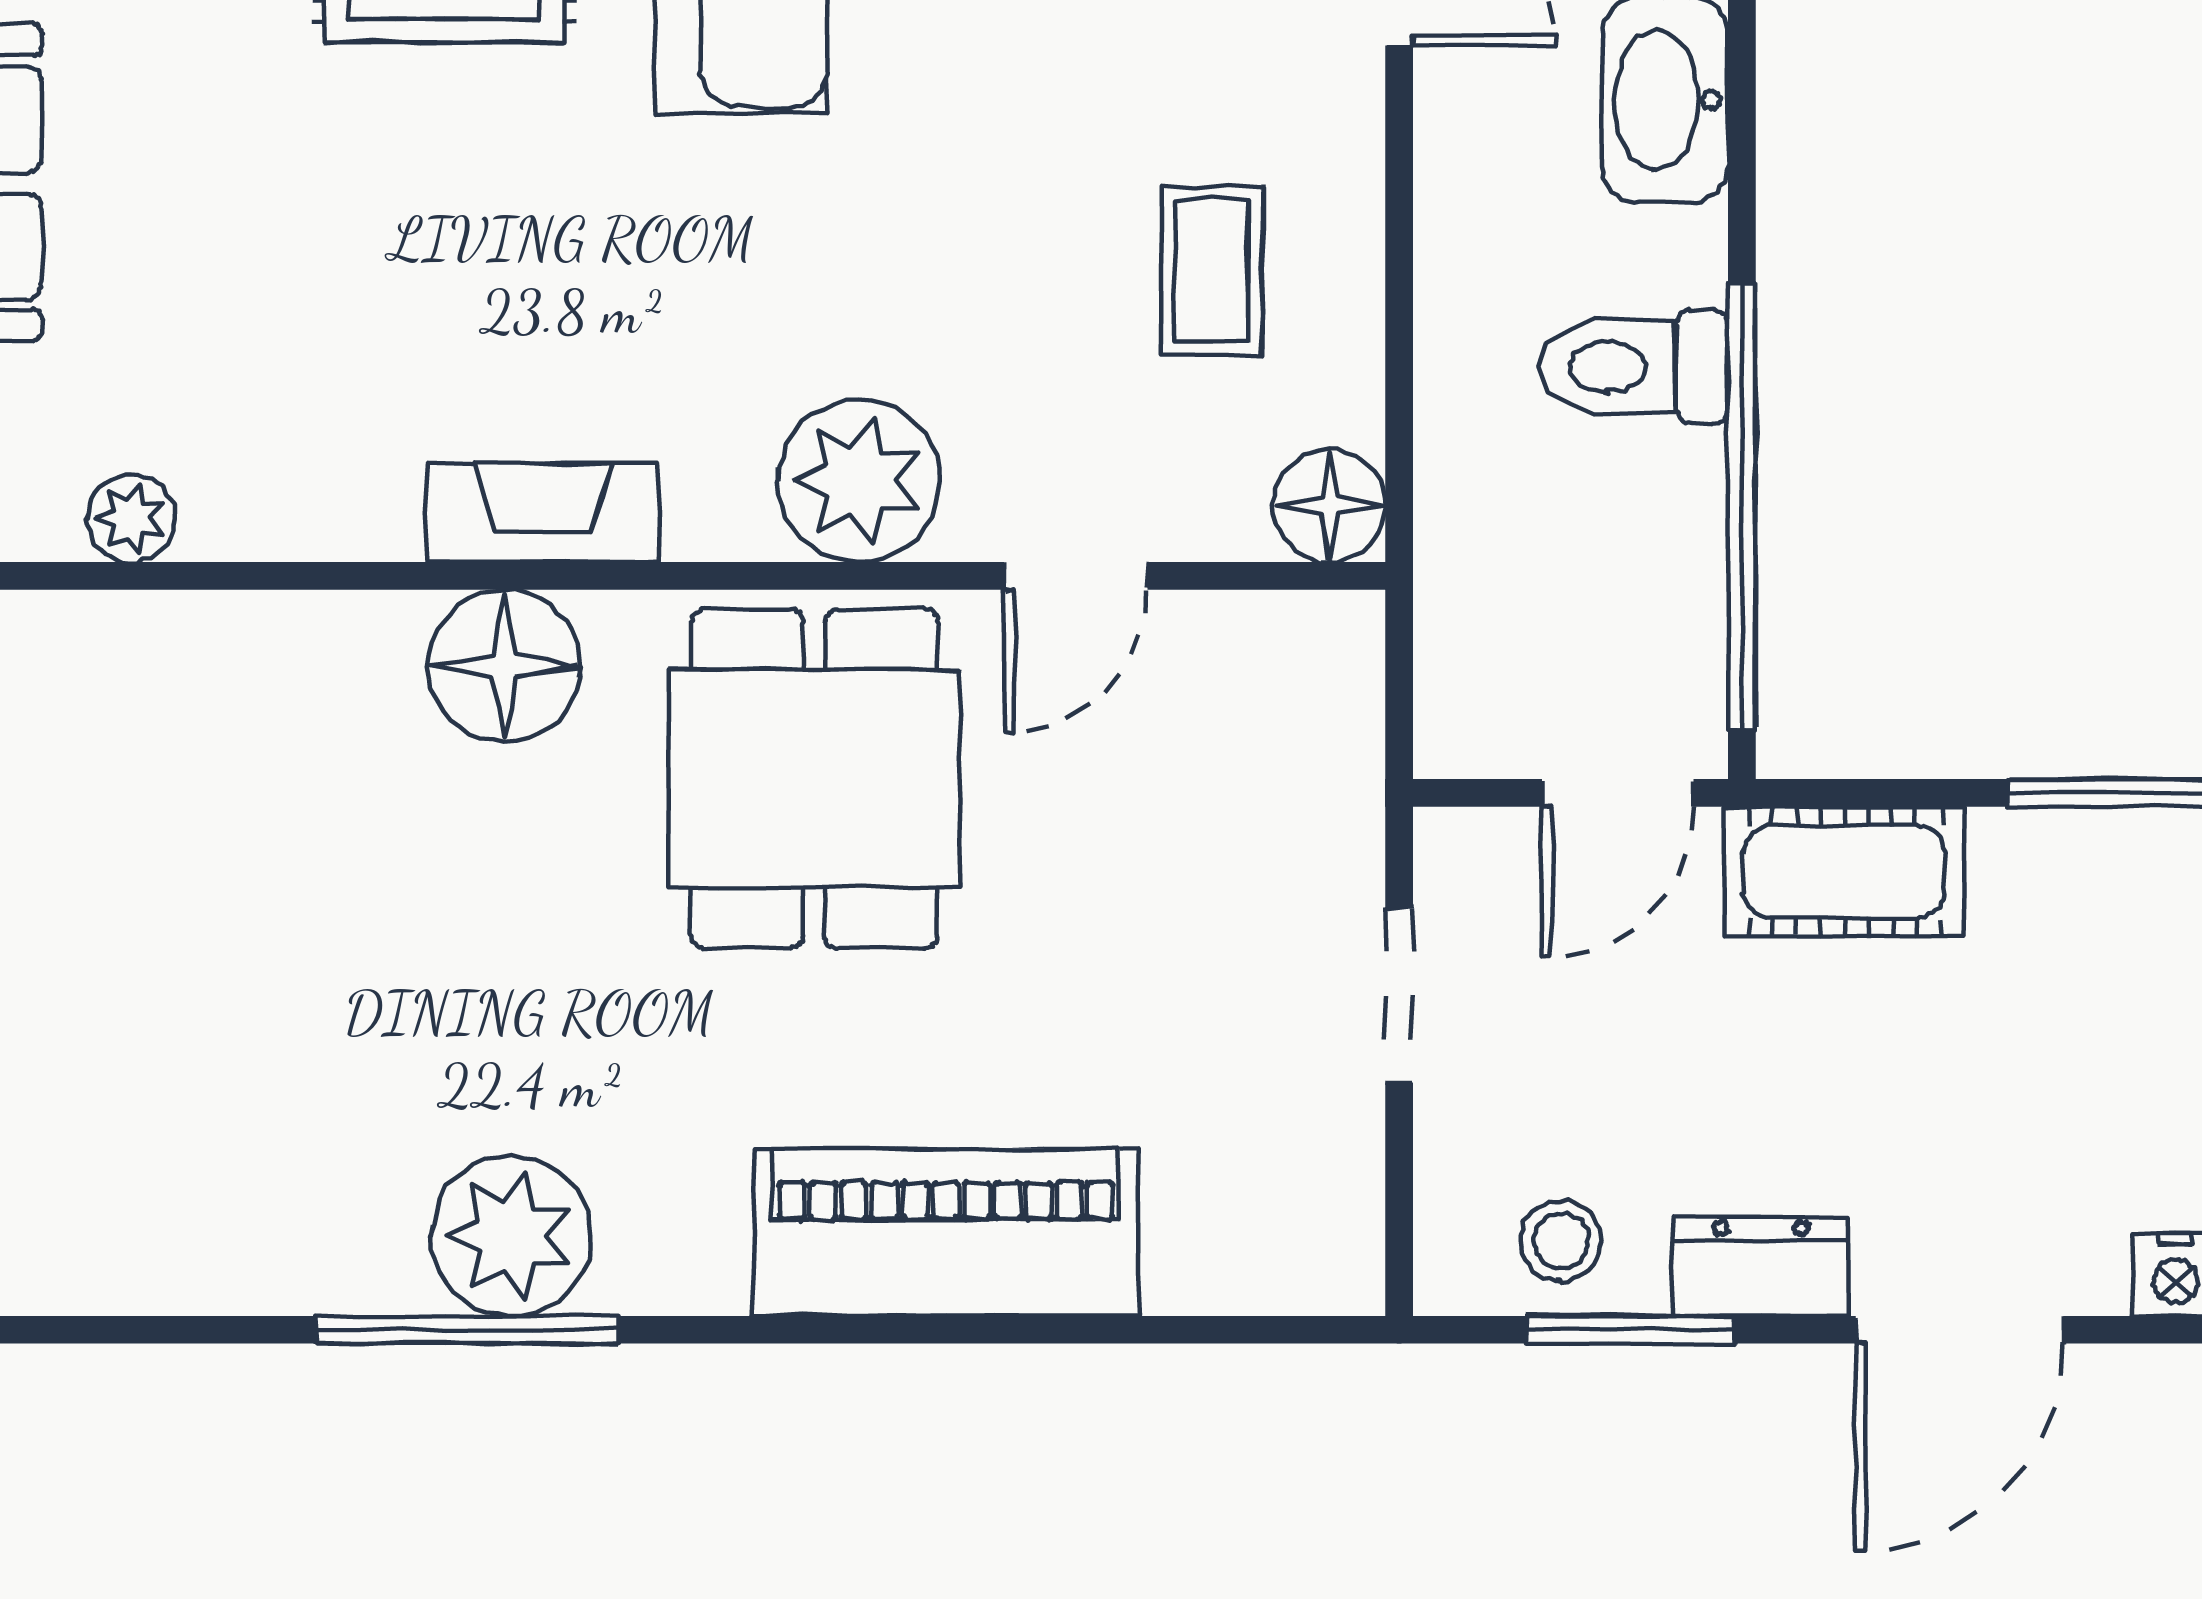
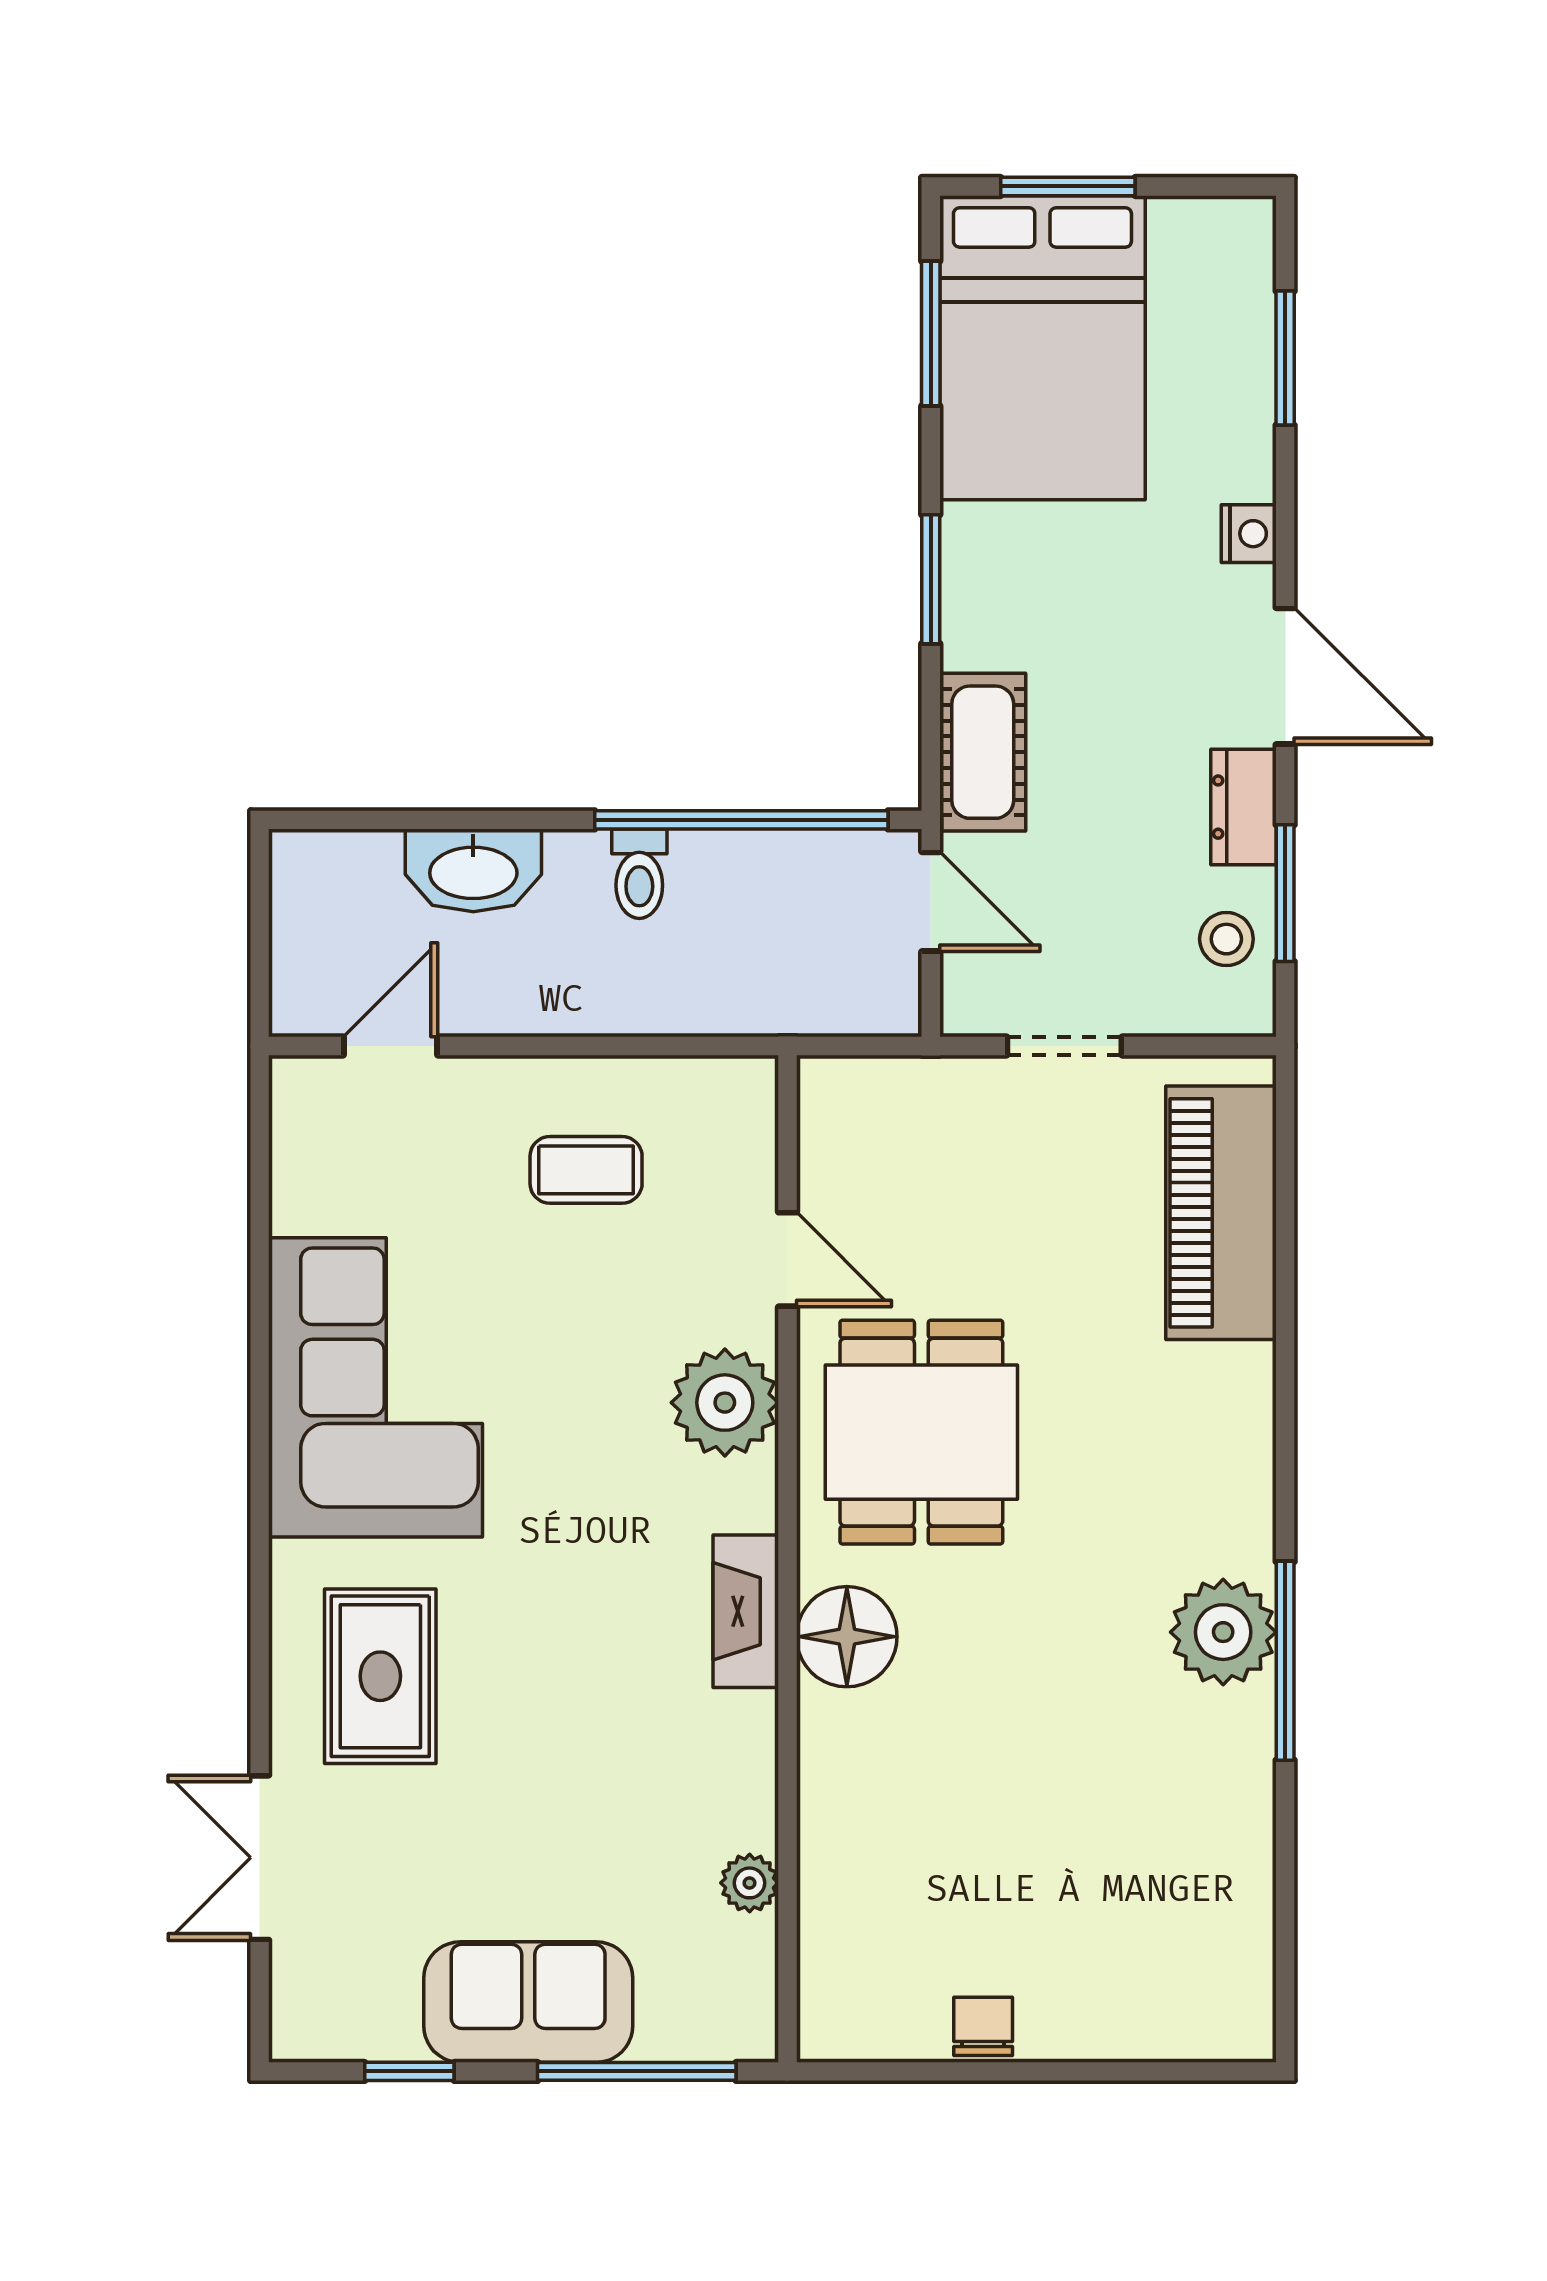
toilet: (1634, 367) -> (639, 874), width x0.73, depth x0.72
floor lamp: (1329, 506) -> (741, 1092), removed
dining table: (814, 779) -> (921, 1432), turned 90
piano: (946, 1233) -> (1221, 1213), moved

